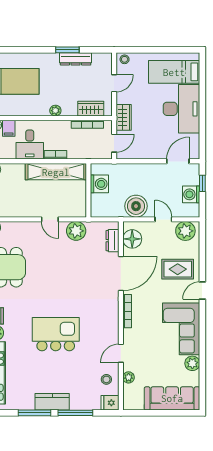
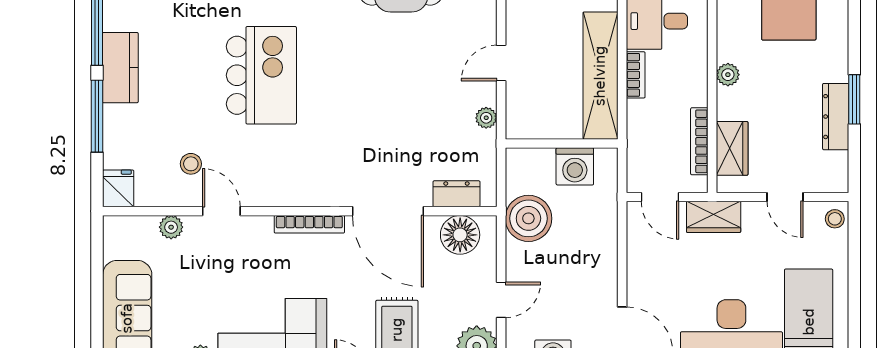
boiler: (136, 206) -> (528, 218), moved
plant: (76, 231) -> (486, 118), width x0.53, depth x0.53
stool: (106, 379) -> (191, 164), moved

